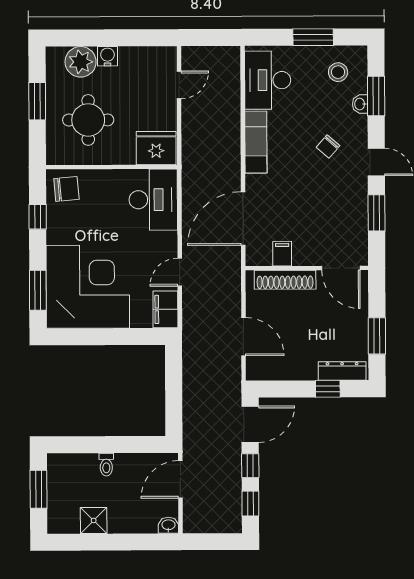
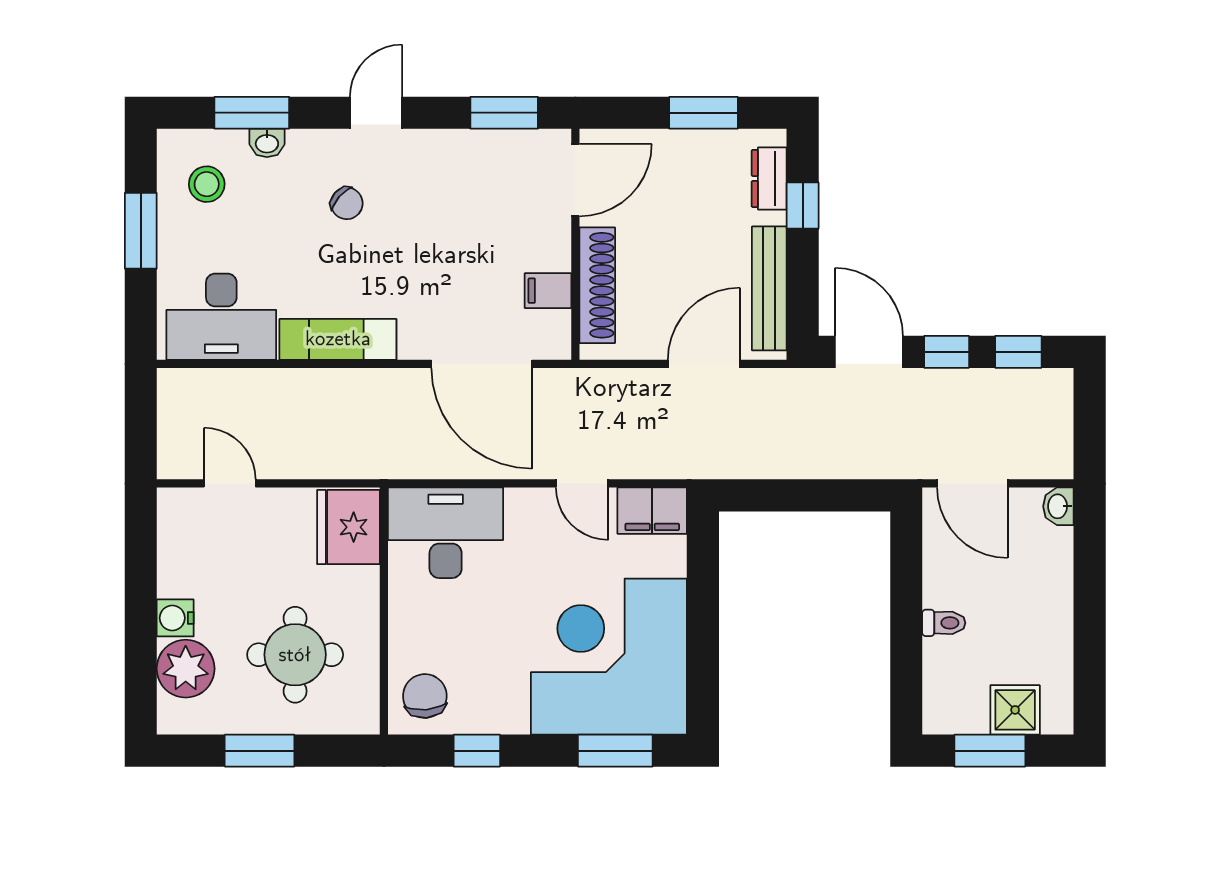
window: (376, 213) -> (504, 113), moved
bench: (284, 371) -> (769, 288), added
dresser: (342, 371) -> (769, 178), width x0.70
shower: (94, 520) -> (1015, 710), moved

